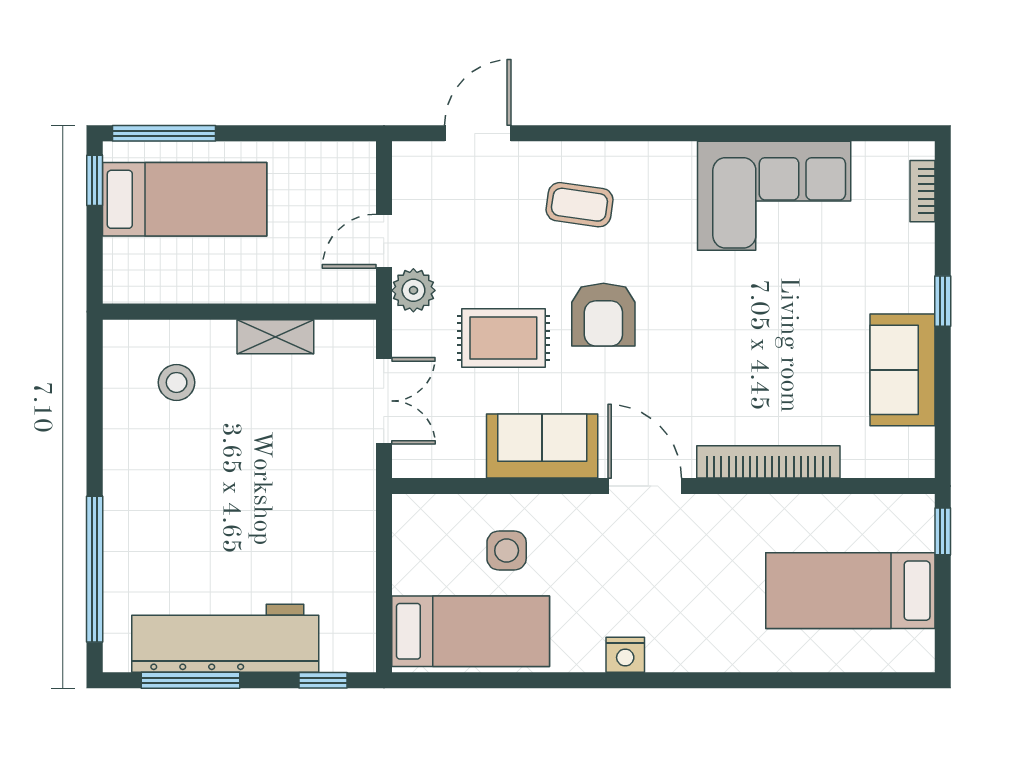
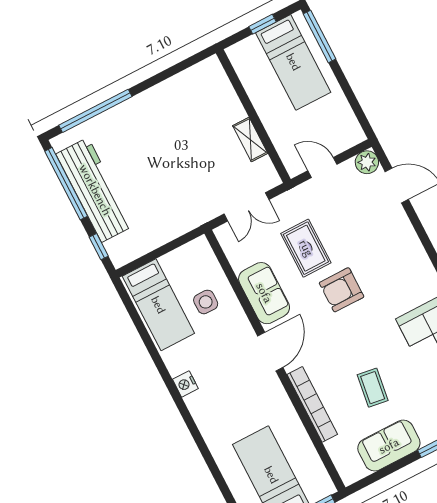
window: (95, 180) -> (263, 24), moved
coffee table: (579, 205) -> (373, 388), moved
plant: (413, 290) -> (367, 162), moved
stool: (177, 382) -> (204, 104), removed
window: (190, 680) -> (66, 184), width x1.46

